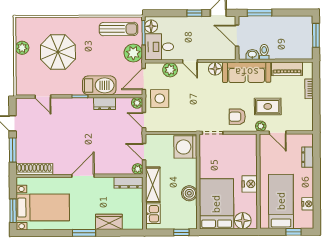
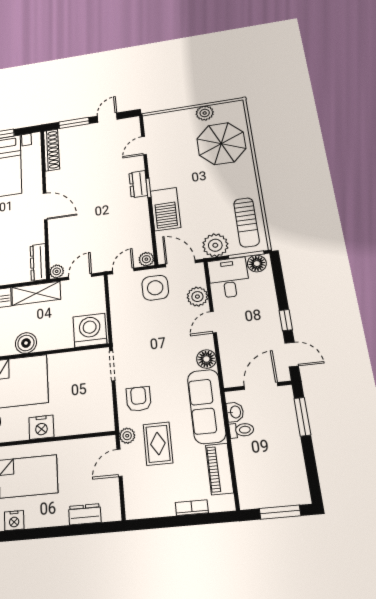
parasol: (58, 52) -> (221, 144), moved
dresser: (105, 104) -> (138, 184), moved

